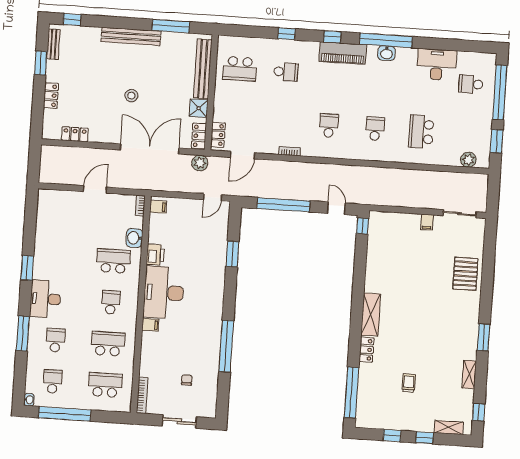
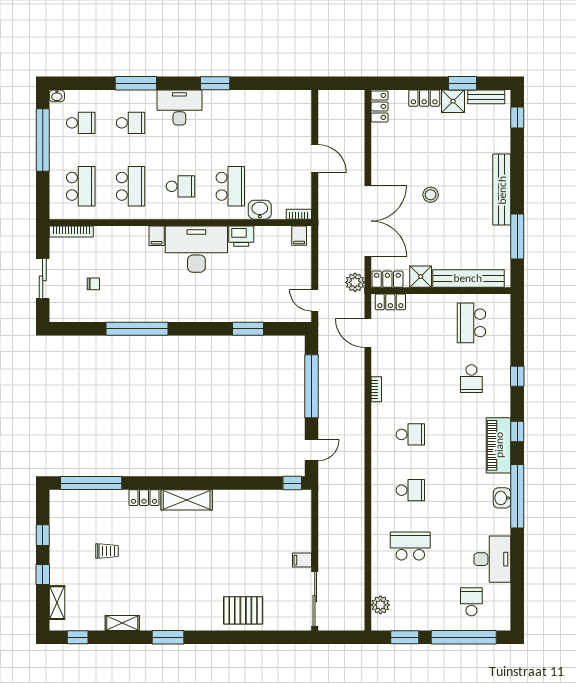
shower: (55, 72) -> (453, 101), added
locker: (75, 134) -> (380, 106), moved
sliding door: (460, 214) -> (315, 599), width x1.37

